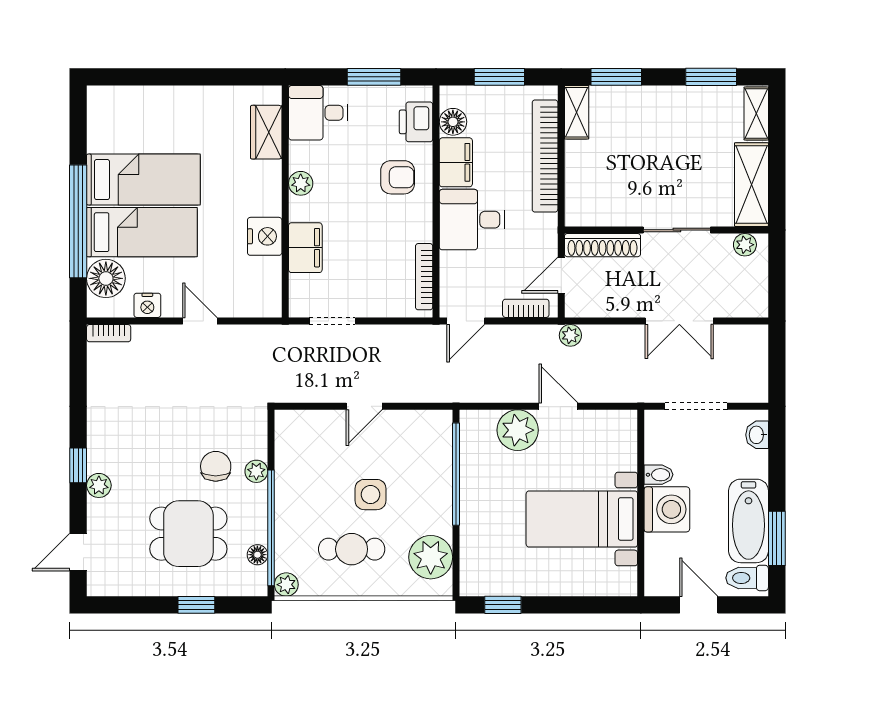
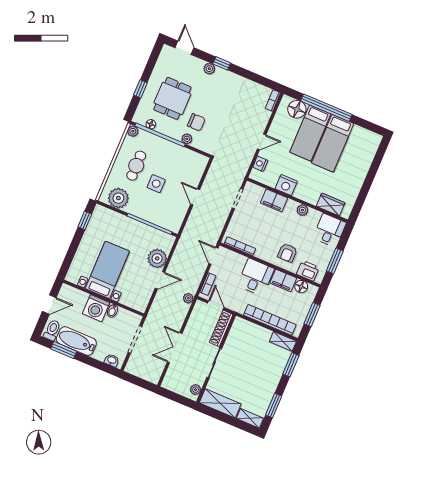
nightstand: (147, 305) -> (260, 164), moved

